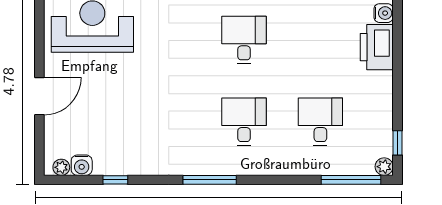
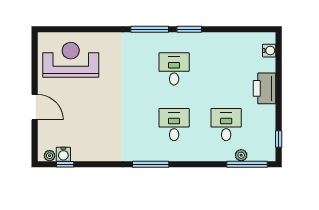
printer: (377, 47) -> (265, 88), moved
door: (39, 96) -> (35, 107), hinge flipped
plant: (384, 167) -> (241, 155), moved
window: (115, 180) -> (65, 164), moved

